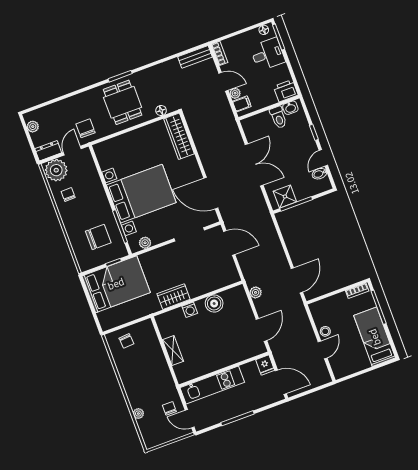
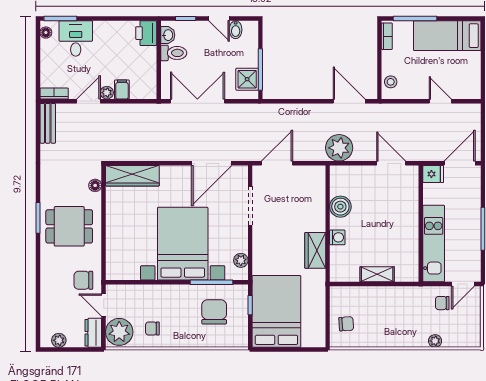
printer: (286, 91) -> (146, 33), moved
wall: (269, 108) -> (159, 60), moved
washbasin: (290, 108) -> (168, 35), moved
toilet: (278, 117) -> (174, 53), moved
plant: (256, 292) -> (339, 148), width x1.87, depth x1.87
stool: (325, 331) -> (391, 82), moved

